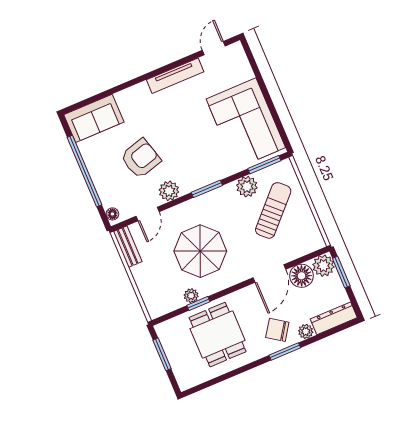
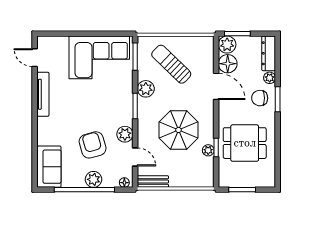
plant: (101, 177) -> (94, 179), added
plant: (247, 187) -> (146, 89), moved
chair: (277, 330) -> (260, 98), turned 56

